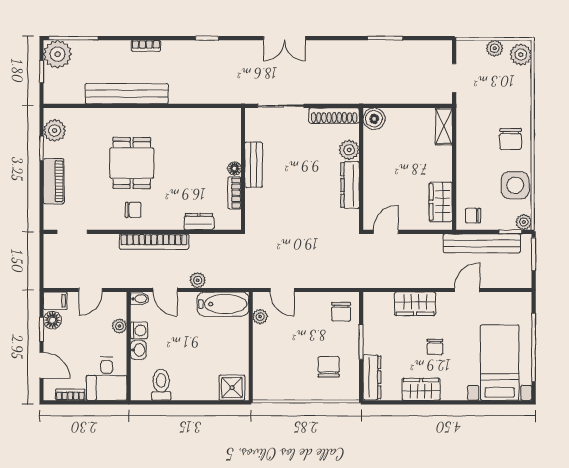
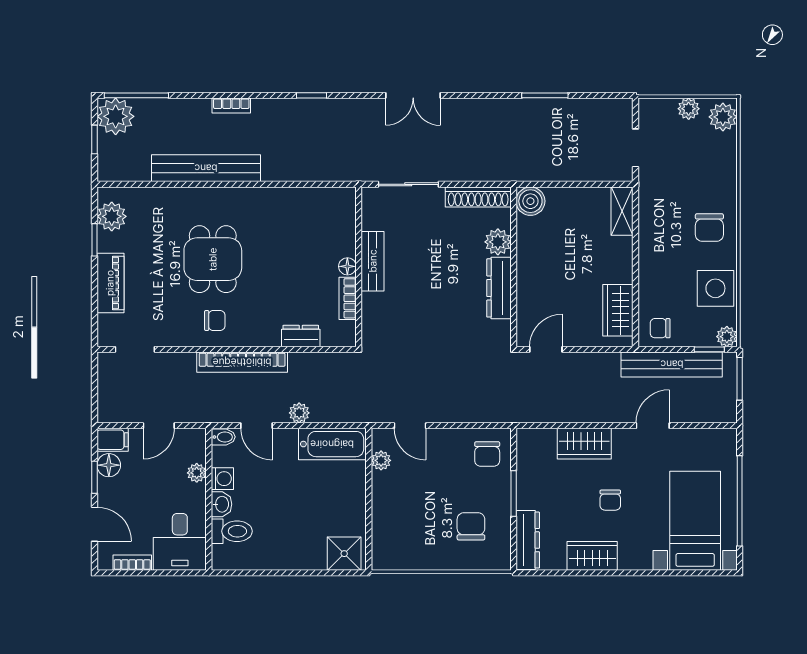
toilet: (161, 385) -> (232, 531), moved, turned 90

